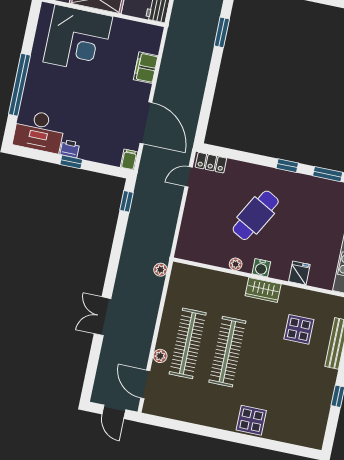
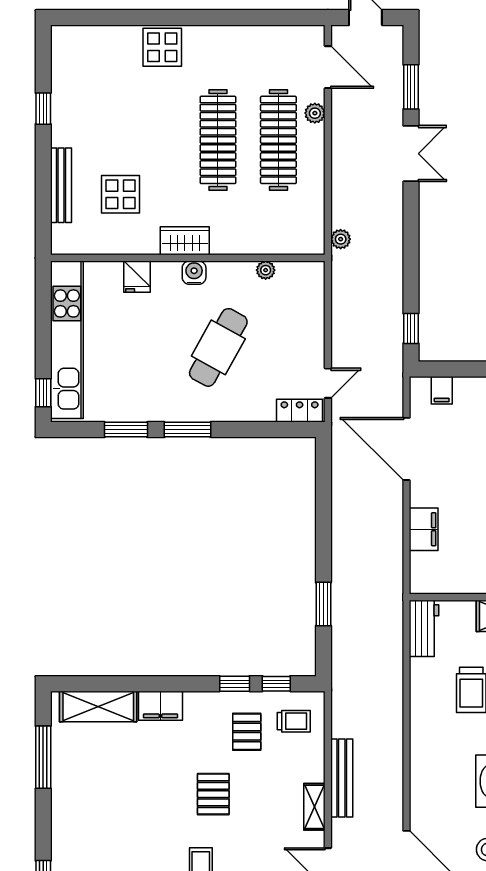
filing cabinet: (129, 160) -> (442, 390), moved
window: (287, 166) -> (188, 430), width x1.50
plant: (236, 264) -> (266, 270), moved
window: (93, 360) -> (411, 87), added

